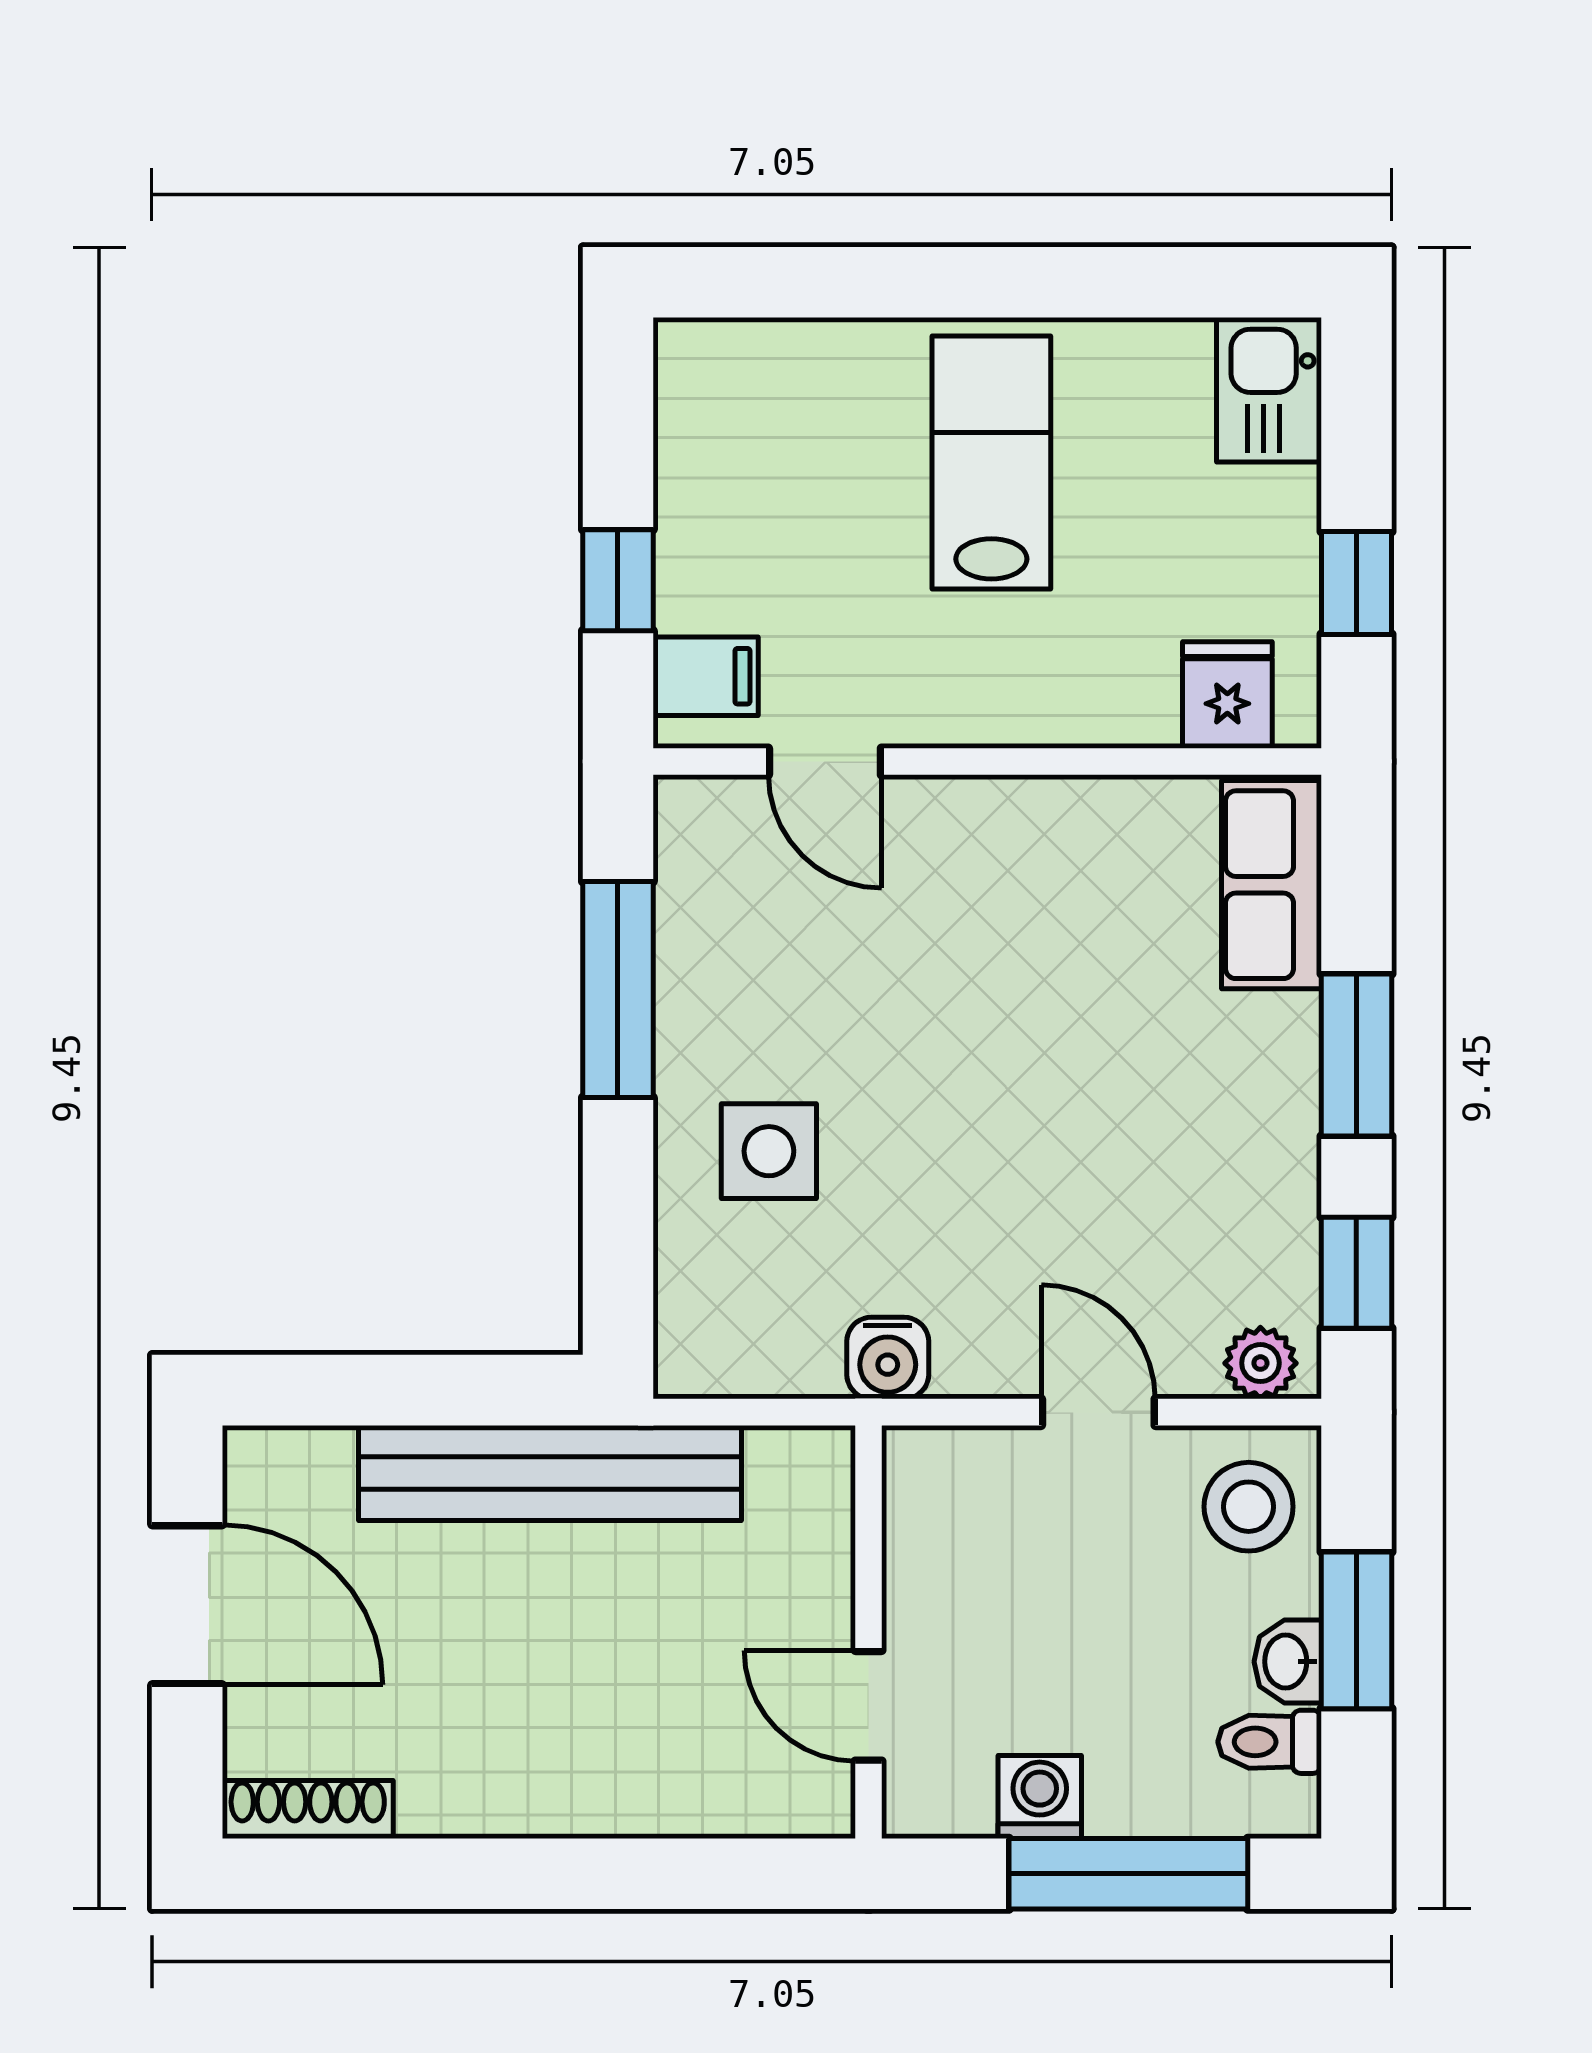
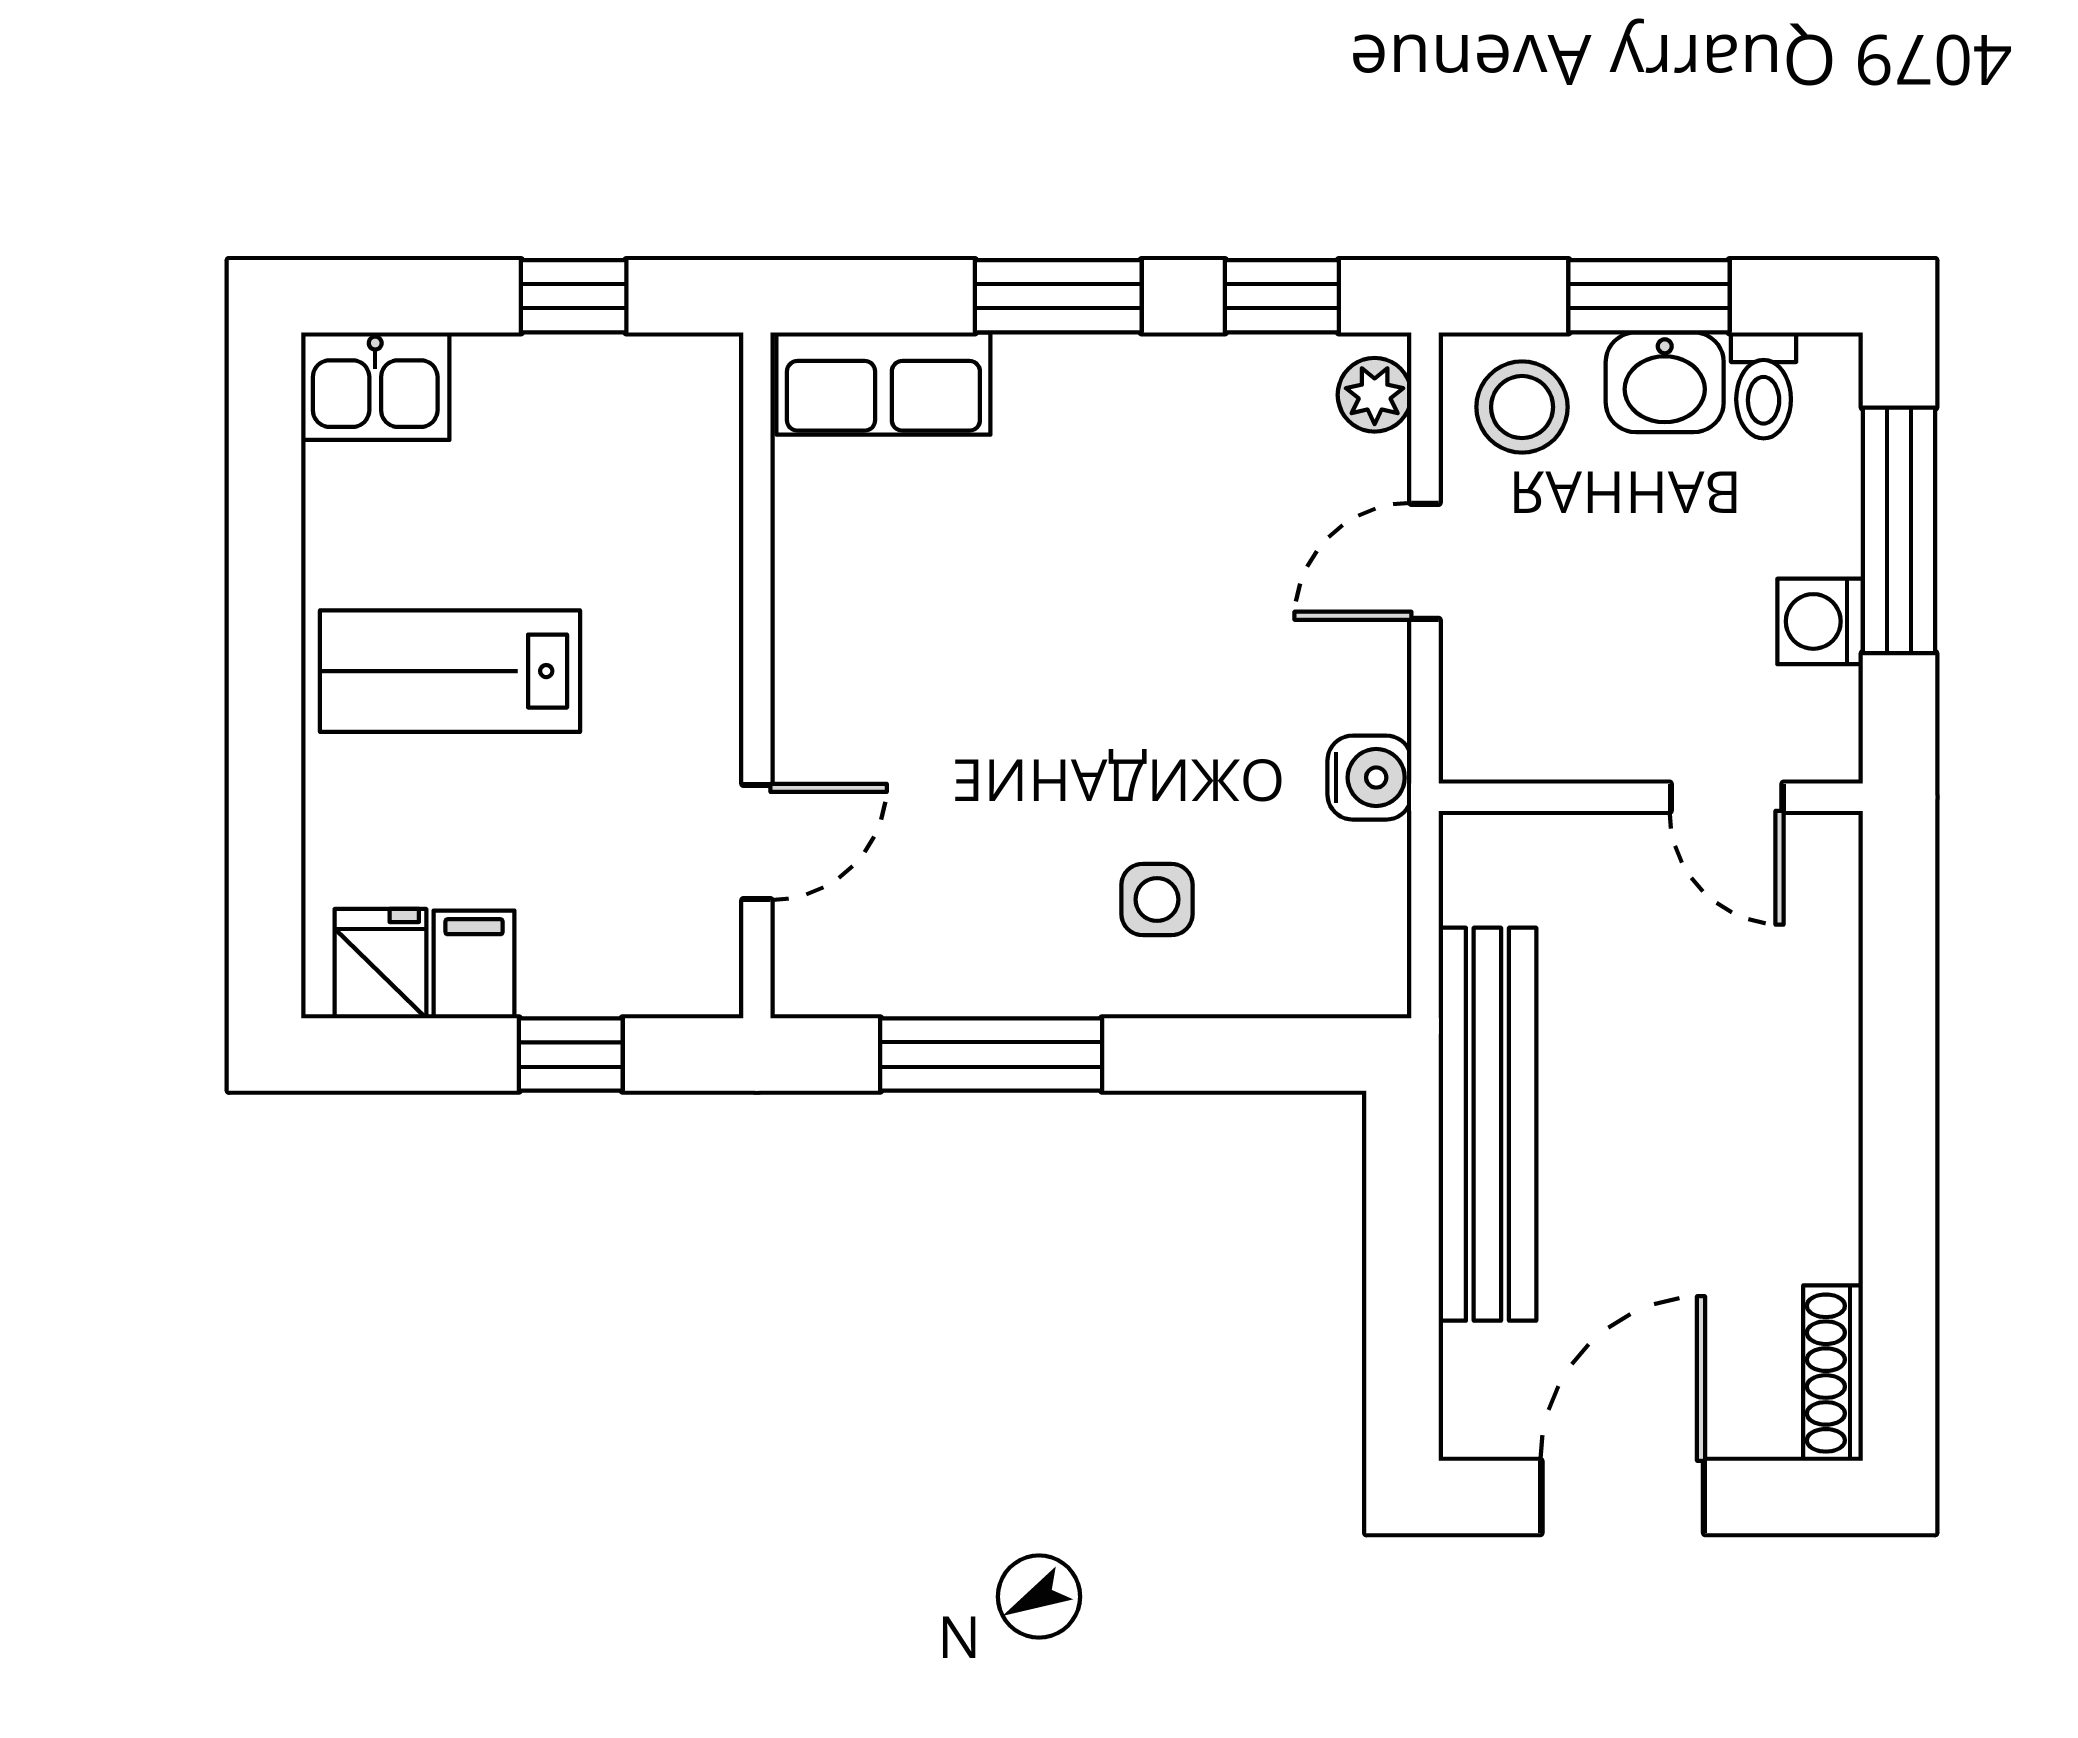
filing cabinet: (706, 676) -> (474, 964), moved
fridge: (1227, 695) -> (380, 964), moved, turned 90
side table: (769, 1151) -> (1157, 899), width x0.73, depth x0.73
washbasin: (1288, 1662) -> (1665, 382), width x1.38, depth x1.45
door: (869, 1706) -> (1727, 797), hinge flipped

